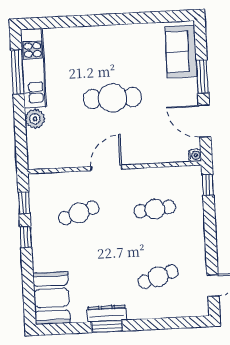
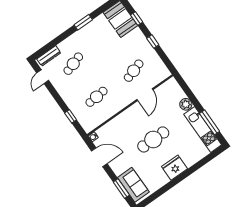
fridge: (107, 39) -> (175, 168), added
window: (202, 77) -> (121, 189), moved
door: (106, 168) -> (145, 95), moved
window: (208, 185) -> (71, 116), moved
window: (24, 203) -> (137, 19), moved
dresser: (107, 314) -> (49, 56), moved

